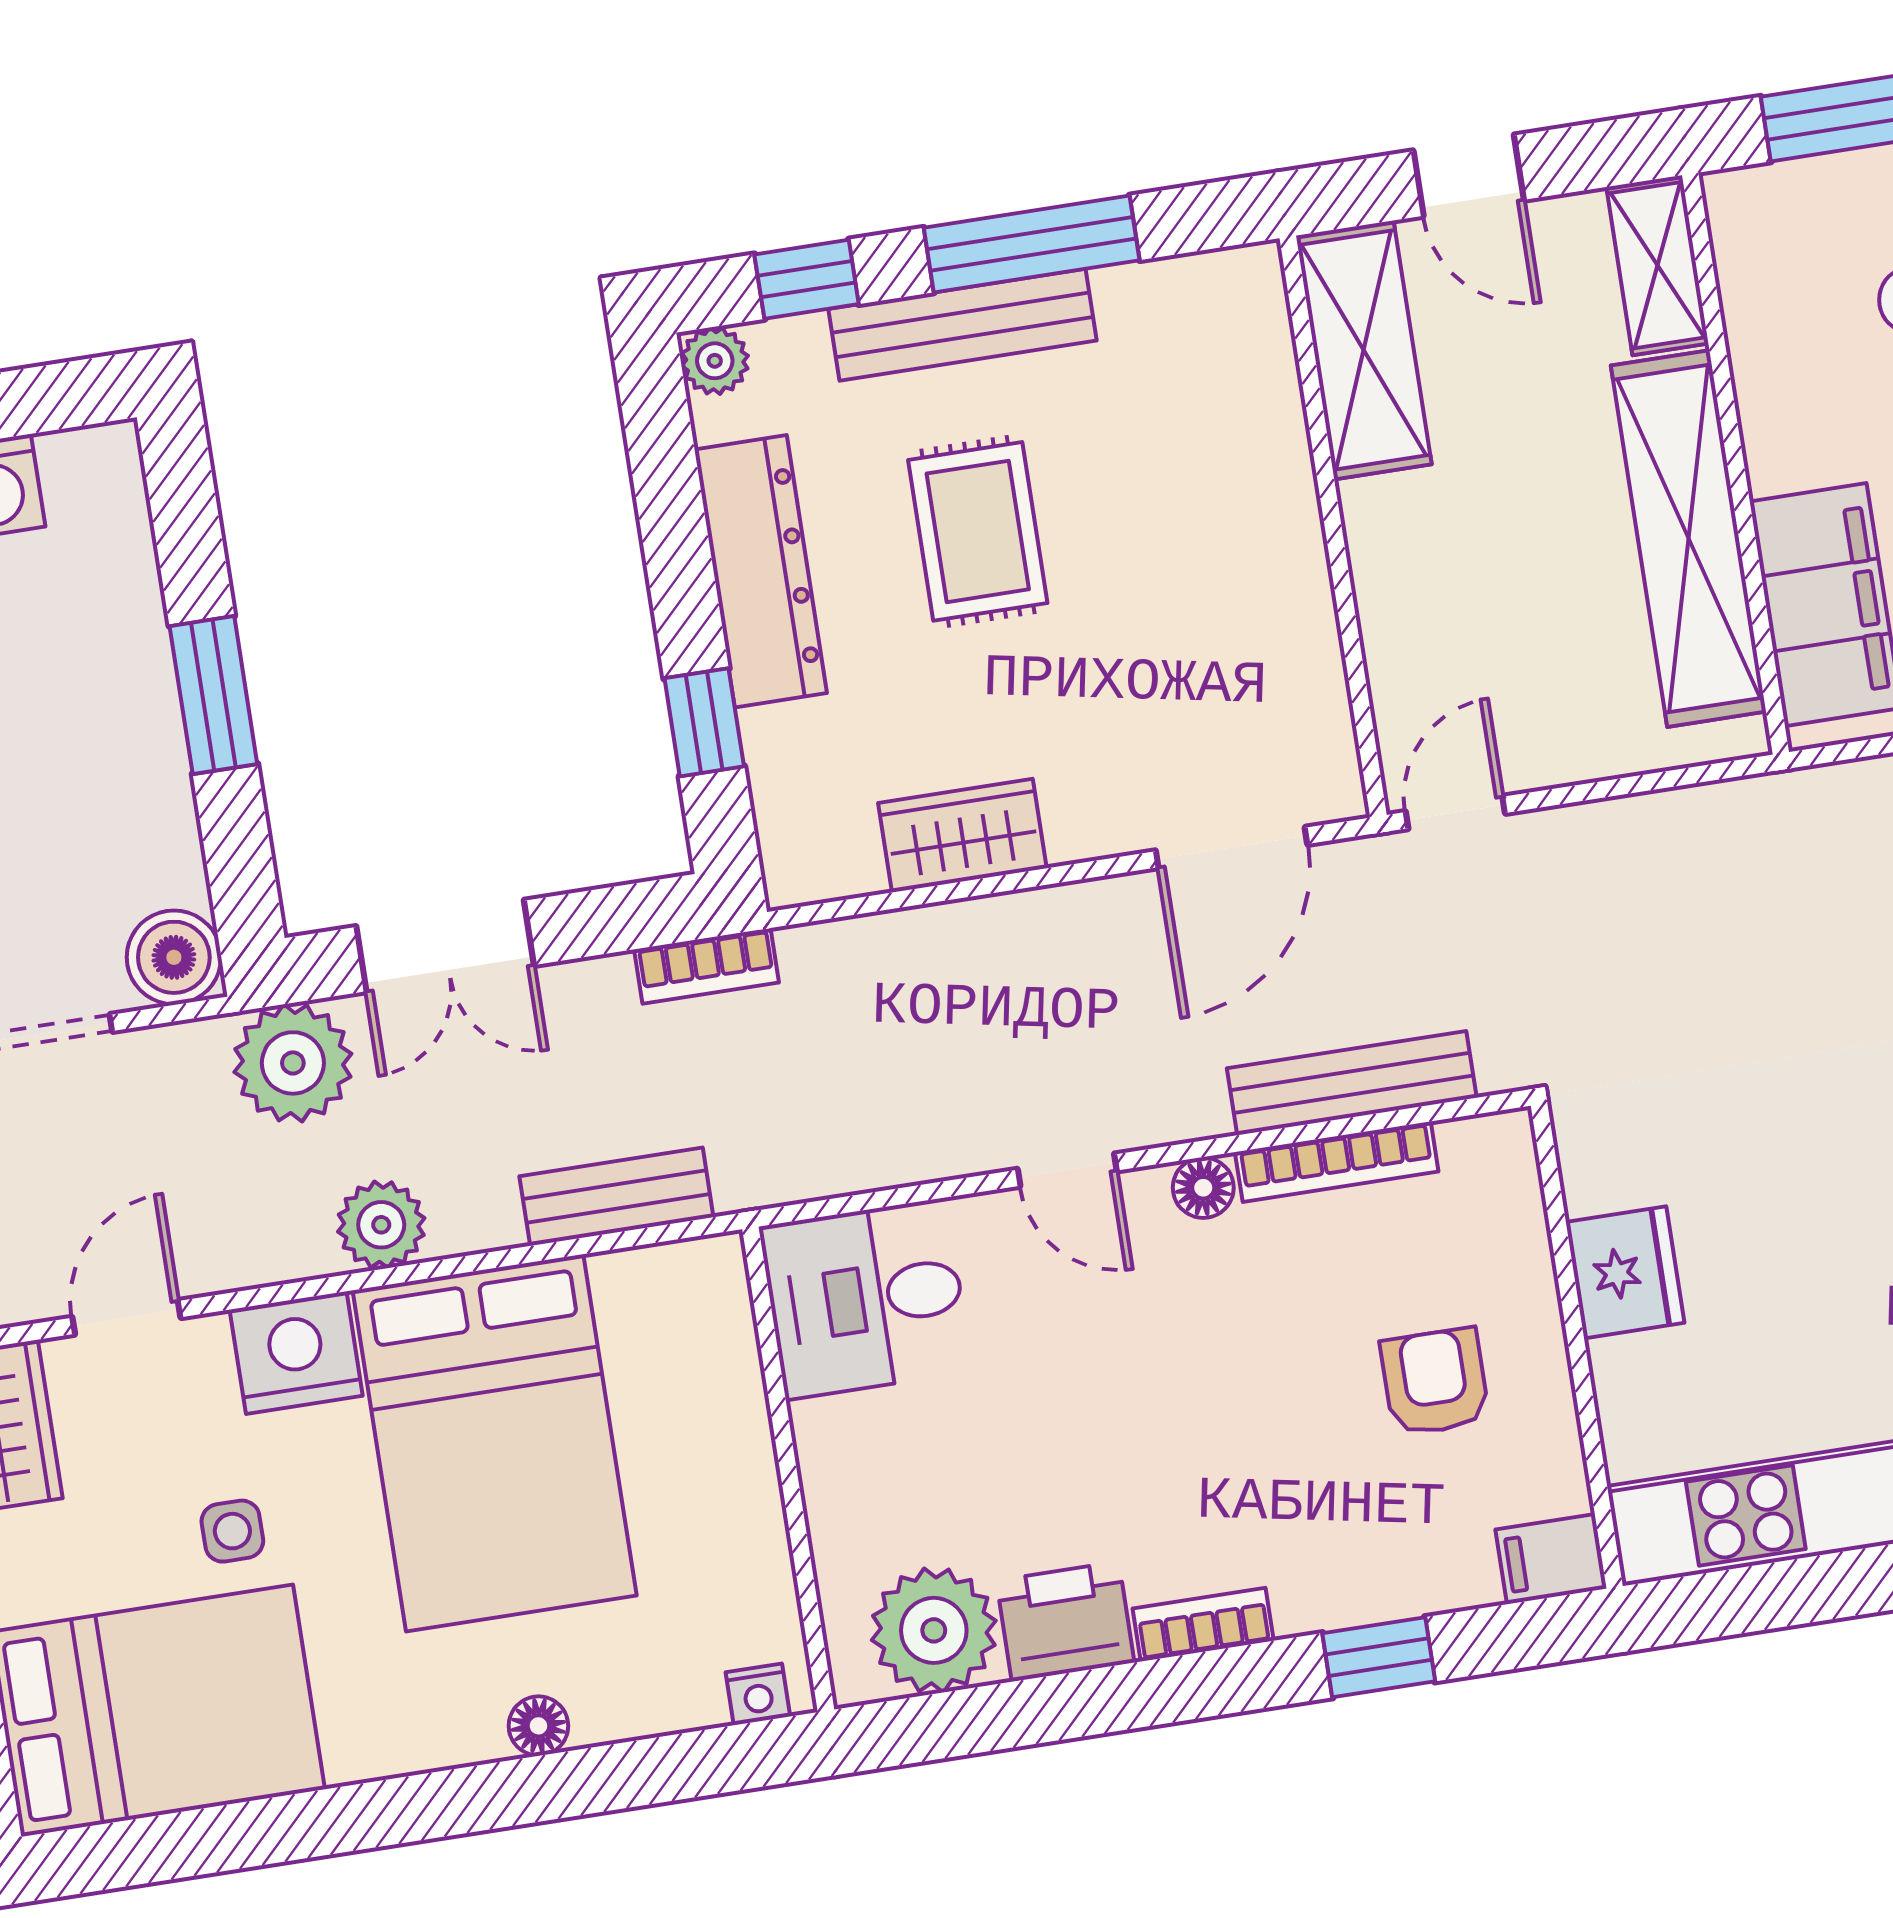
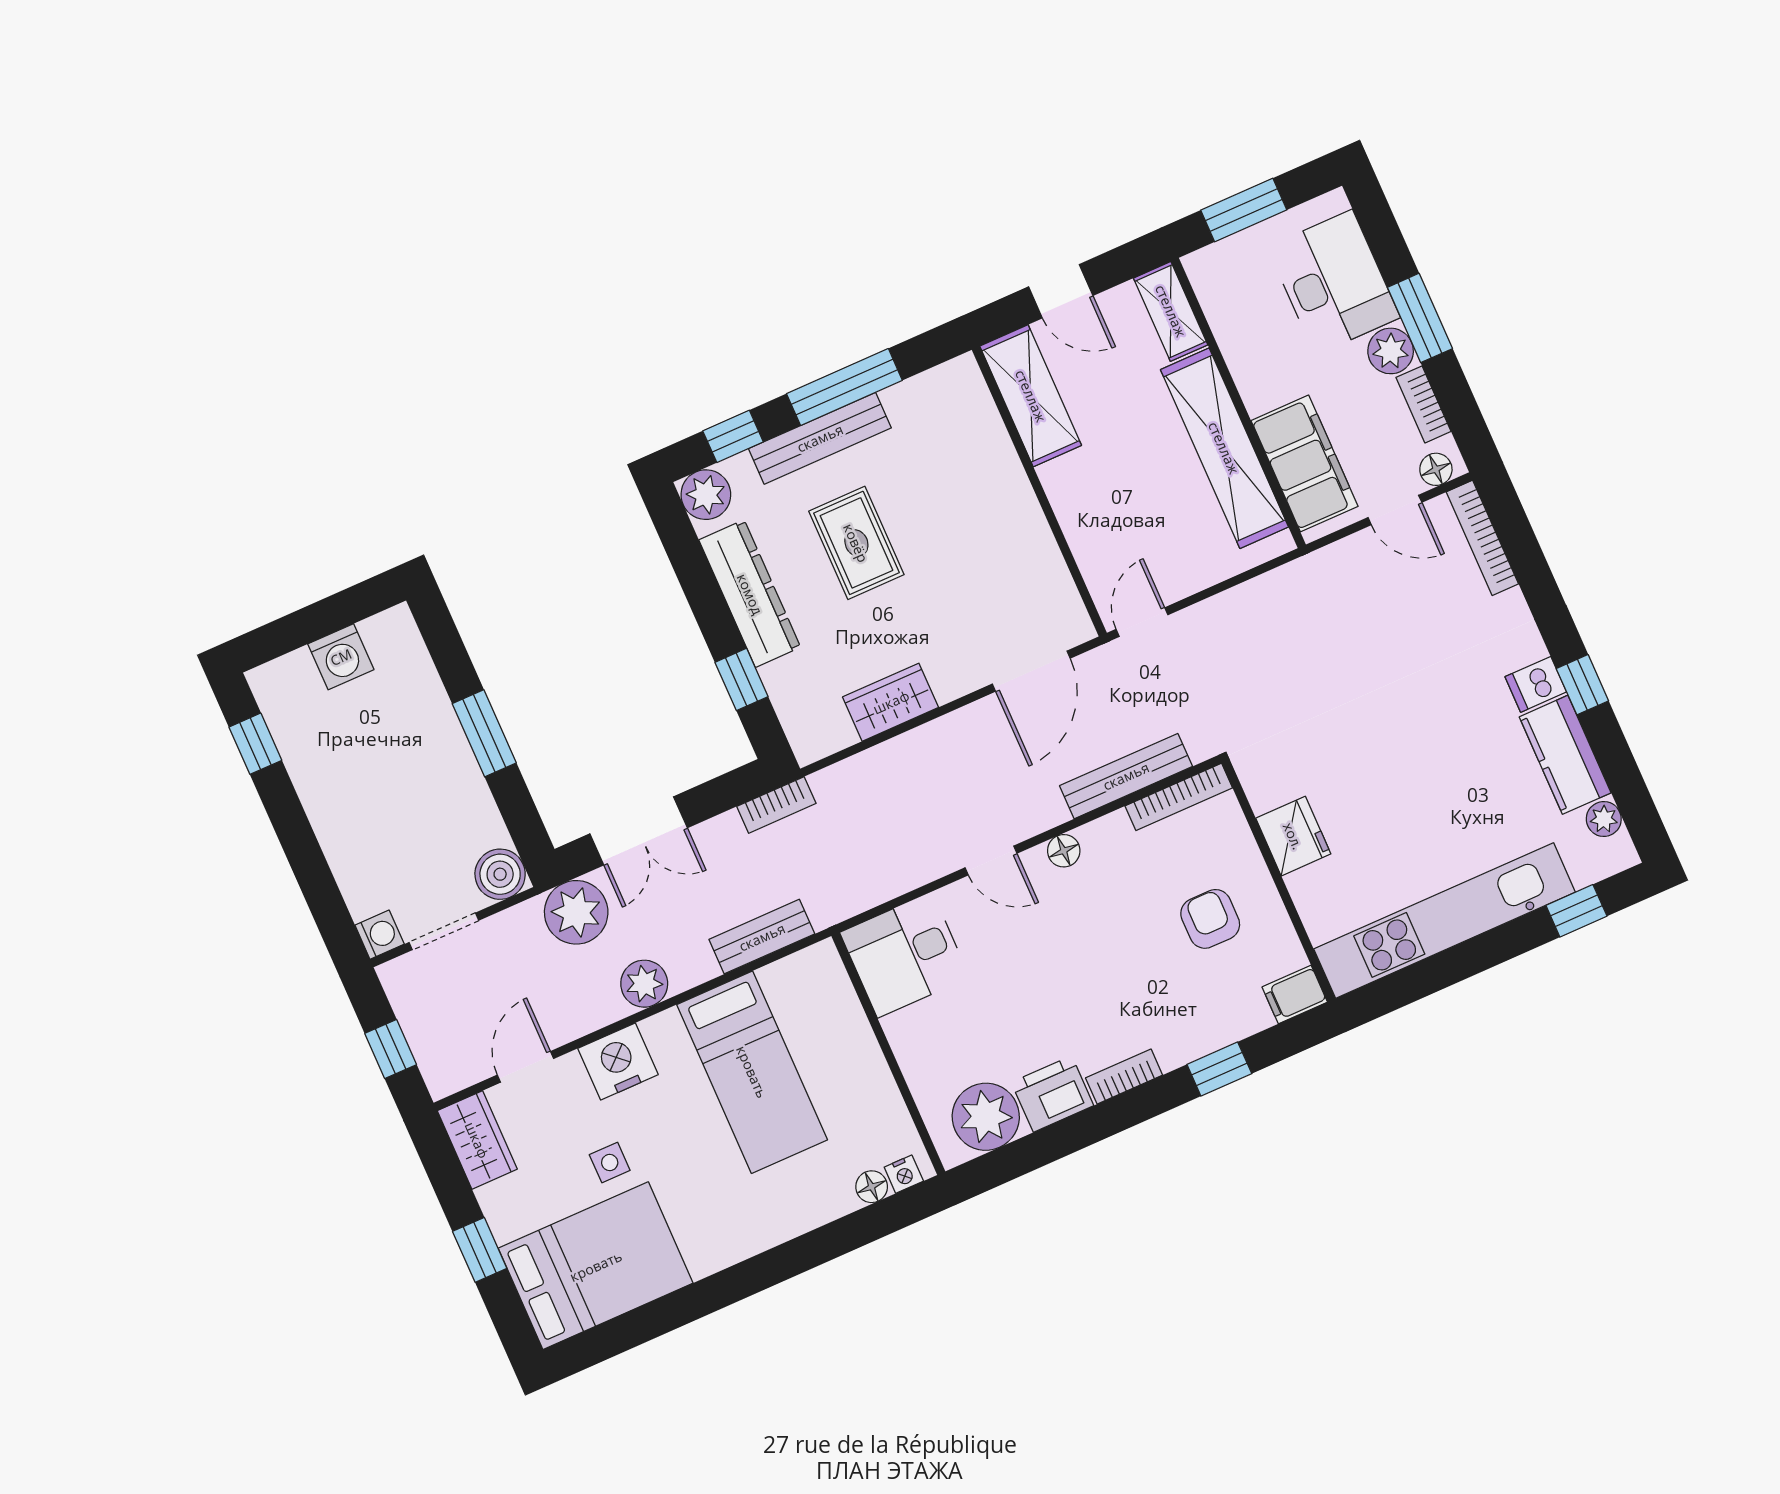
plant: (715, 361) -> (706, 495), width x1.38, depth x1.38
bookcase: (1337, 1162) -> (1179, 797), moved
bed: (495, 1443) -> (752, 1072), width x0.67
floor lamp: (538, 1726) -> (872, 1187), moved

